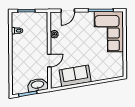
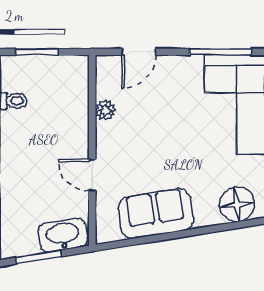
door: (49, 61) -> (92, 175), swing flipped
floor lamp: (108, 72) -> (237, 204), added

